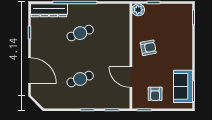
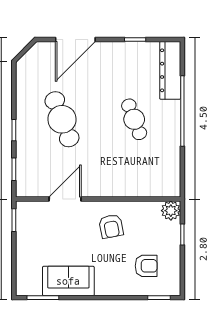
cafe table: (80, 79) -> (62, 119), width x1.37, depth x1.35
sofa: (183, 86) -> (68, 281), moved
armchair: (155, 94) -> (146, 266), moved, turned 180

